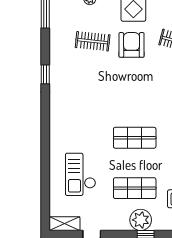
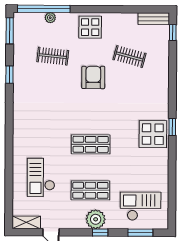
armchair: (132, 45) -> (93, 77), moved
window: (45, 74) -> (9, 75), moved

